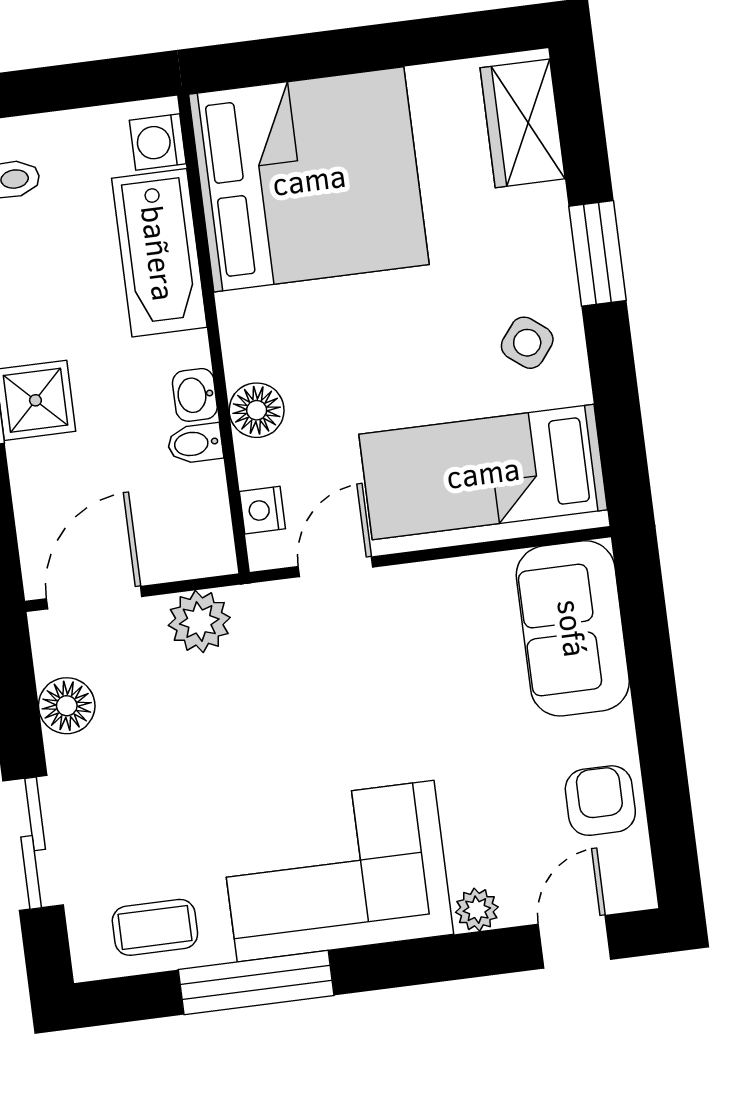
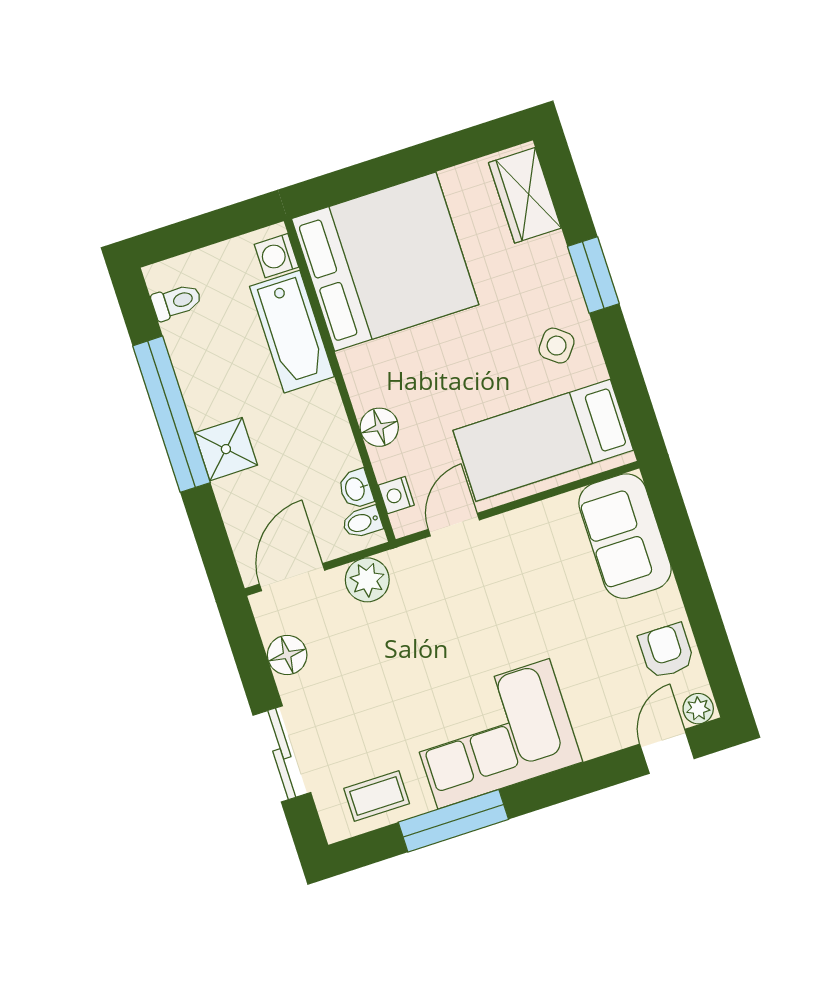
washbasin: (195, 395) -> (356, 489), moved
bidet: (195, 443) -> (362, 522), moved
plant: (477, 910) -> (698, 709), moved

